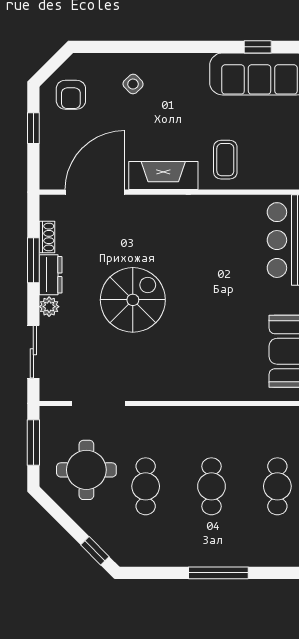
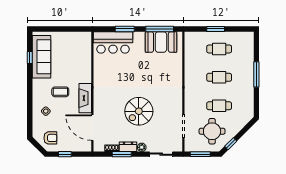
coffee table: (225, 160) -> (60, 92), moved
spiral stairs: (133, 300) -> (139, 111), turned -90
window: (95, 551) -> (231, 144), moved

